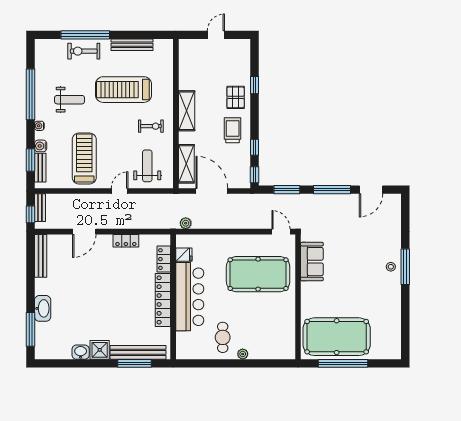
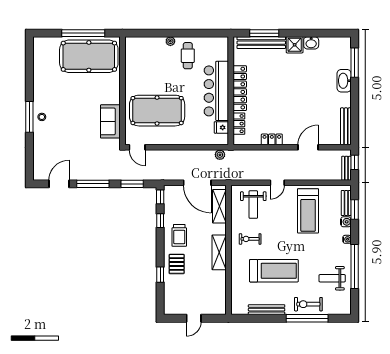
exercise bike: (84, 51) -> (308, 304), turned 180
weight bench: (70, 100) -> (332, 278), moved

